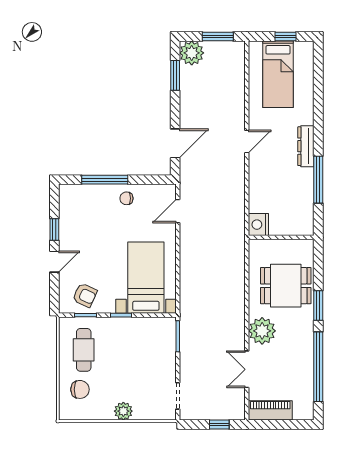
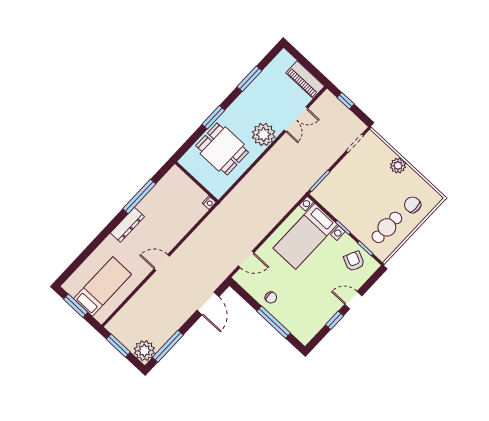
window: (286, 37) -> (76, 306), width x1.50
window: (175, 75) -> (168, 346), width x1.44
door: (175, 143) -> (208, 303), swing flipped
nightstand: (258, 225) -> (209, 203), width x0.53, depth x0.56
window: (318, 367) -> (249, 79), width x0.47

